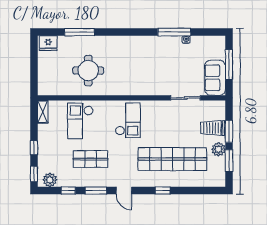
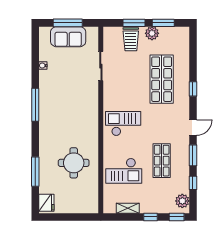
window: (174, 32) -> (35, 105), moved
sofa: (215, 78) -> (68, 37), moved
shelving: (43, 112) -> (128, 208), moved
shop shelf: (172, 159) -> (162, 79), width x0.71

